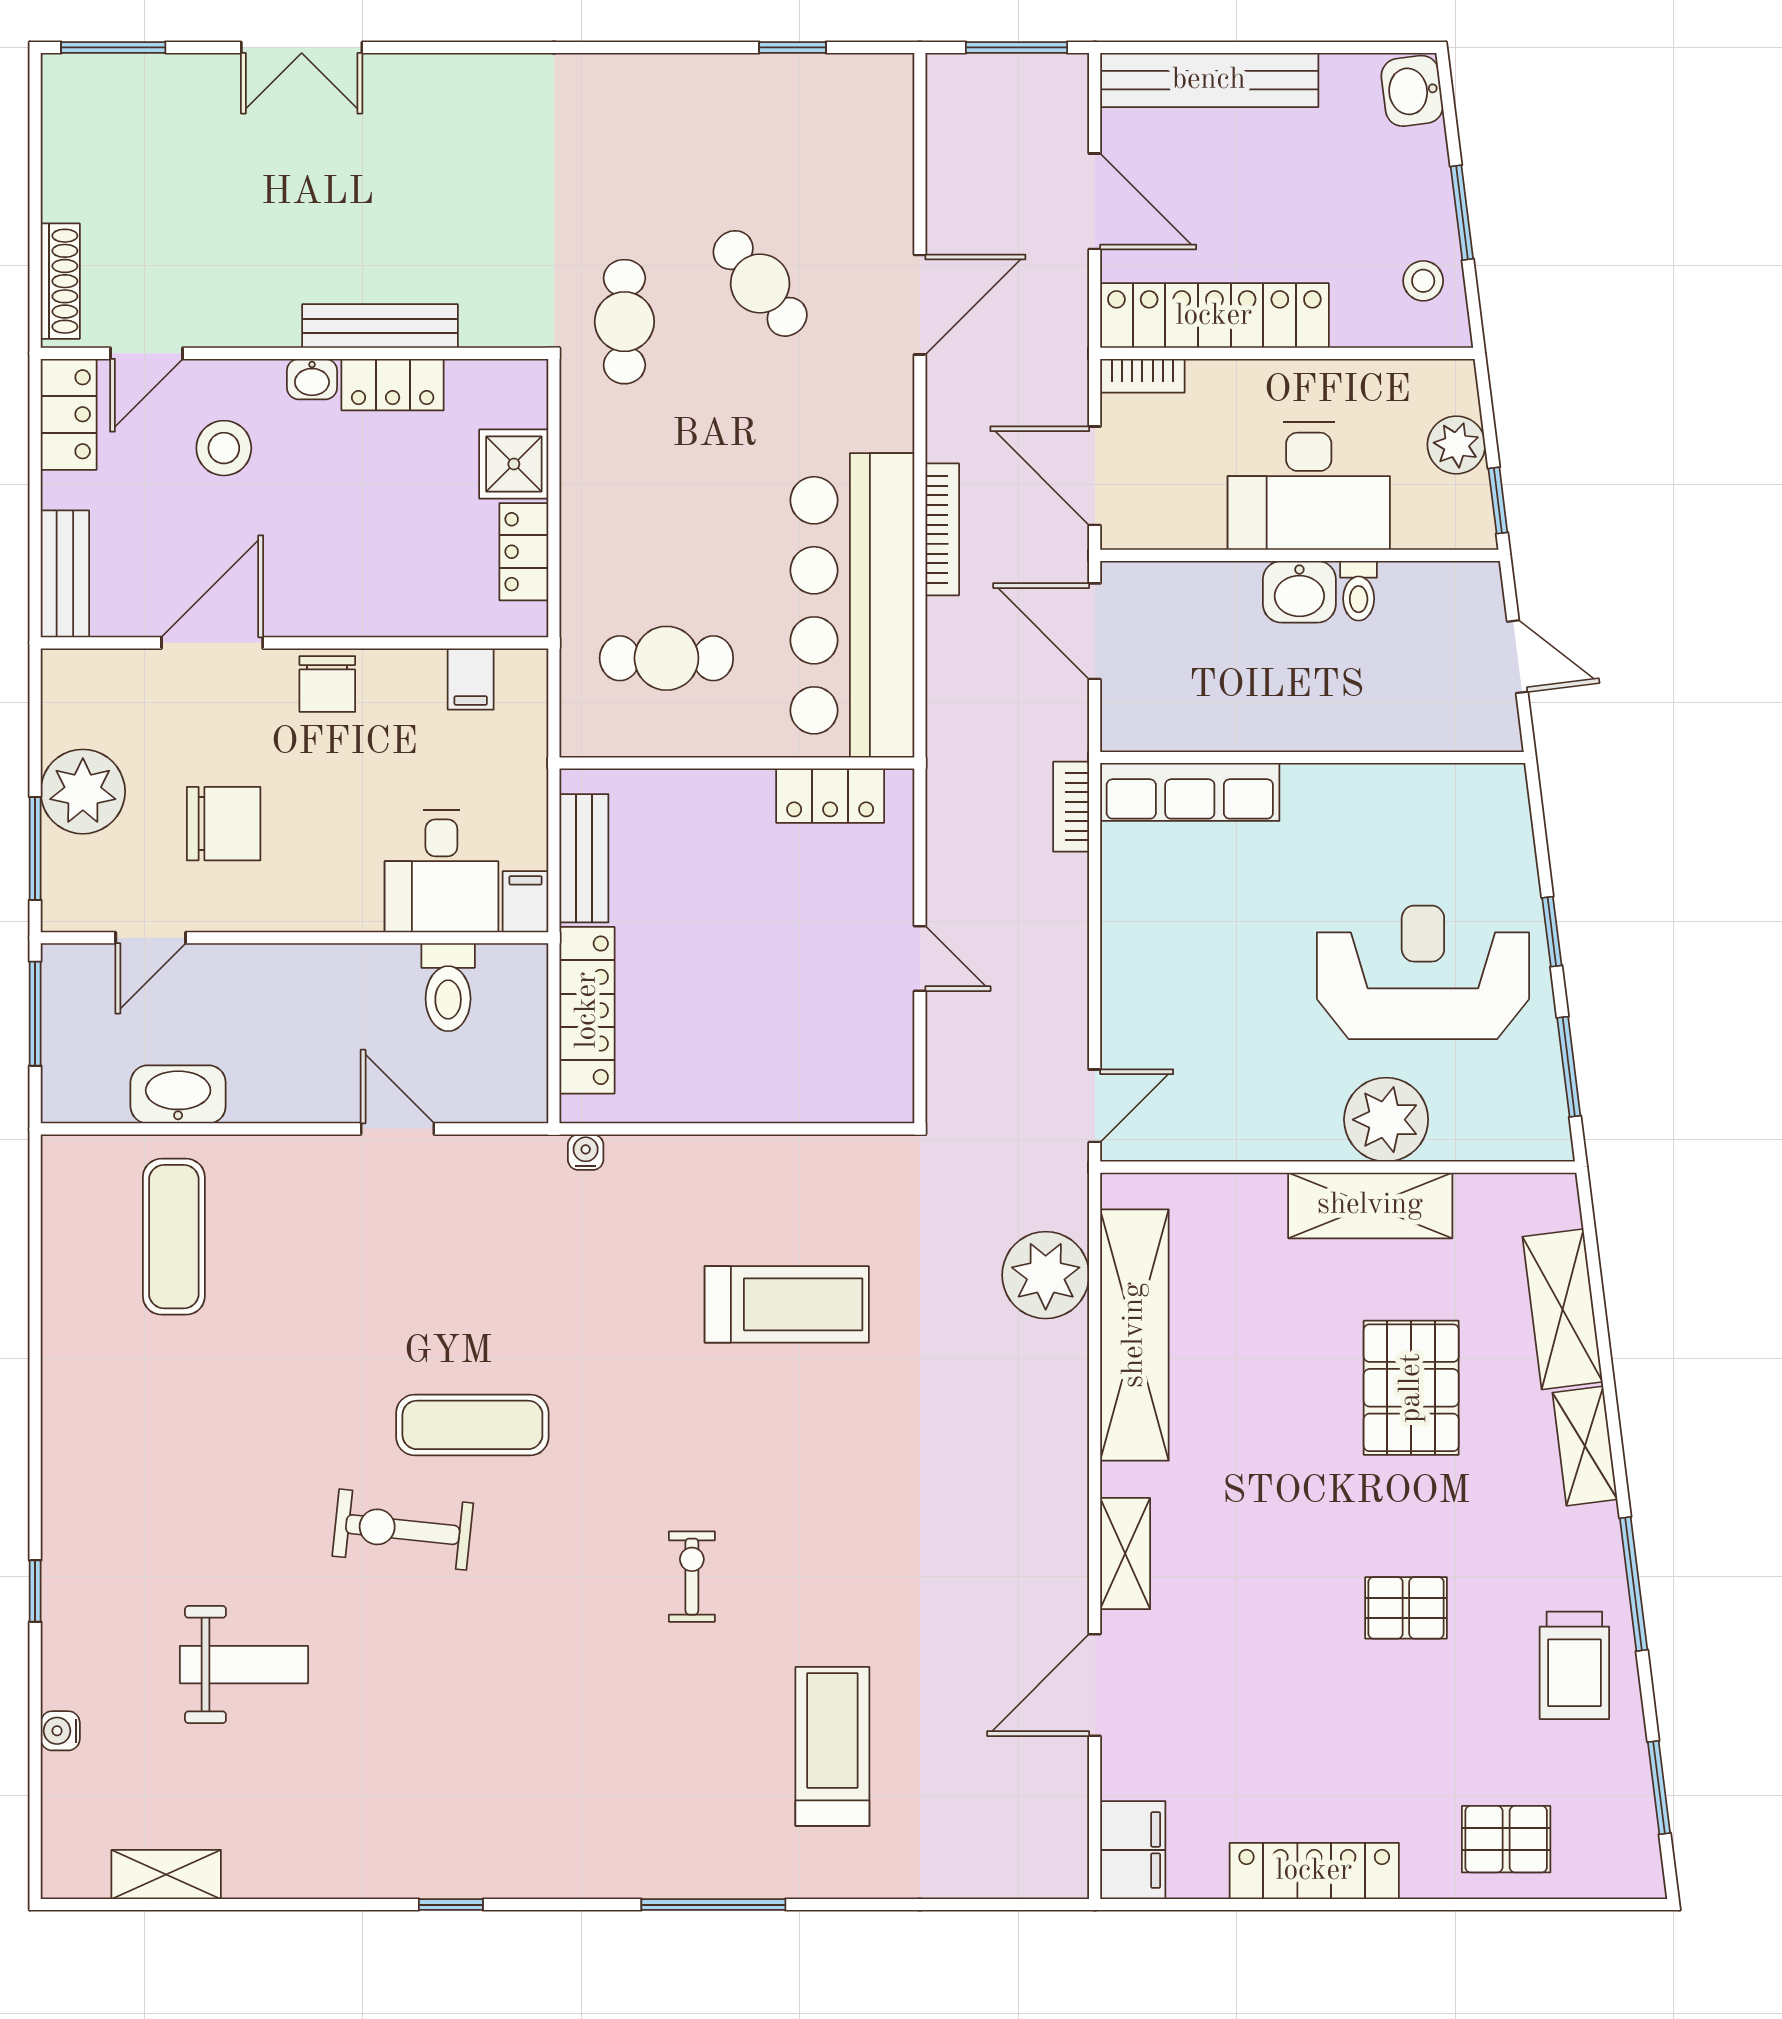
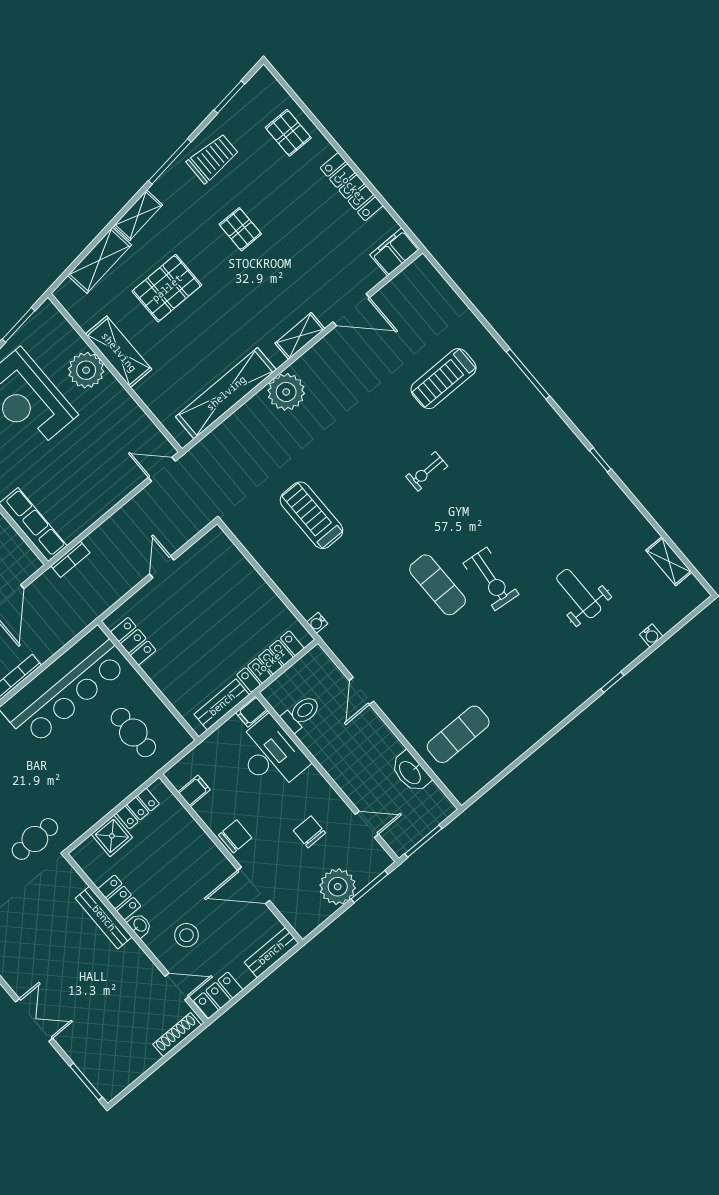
chair: (224, 824) -> (309, 832), width x0.73, depth x0.73
desk: (441, 871) -> (271, 754), width x1.37
plant: (1046, 1275) -> (286, 392), moved

